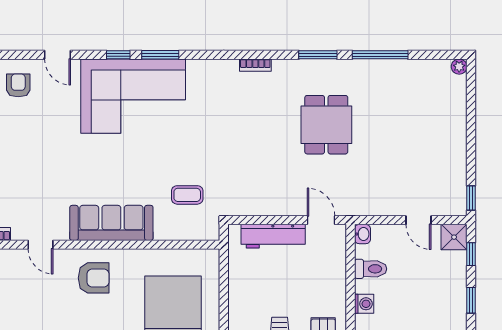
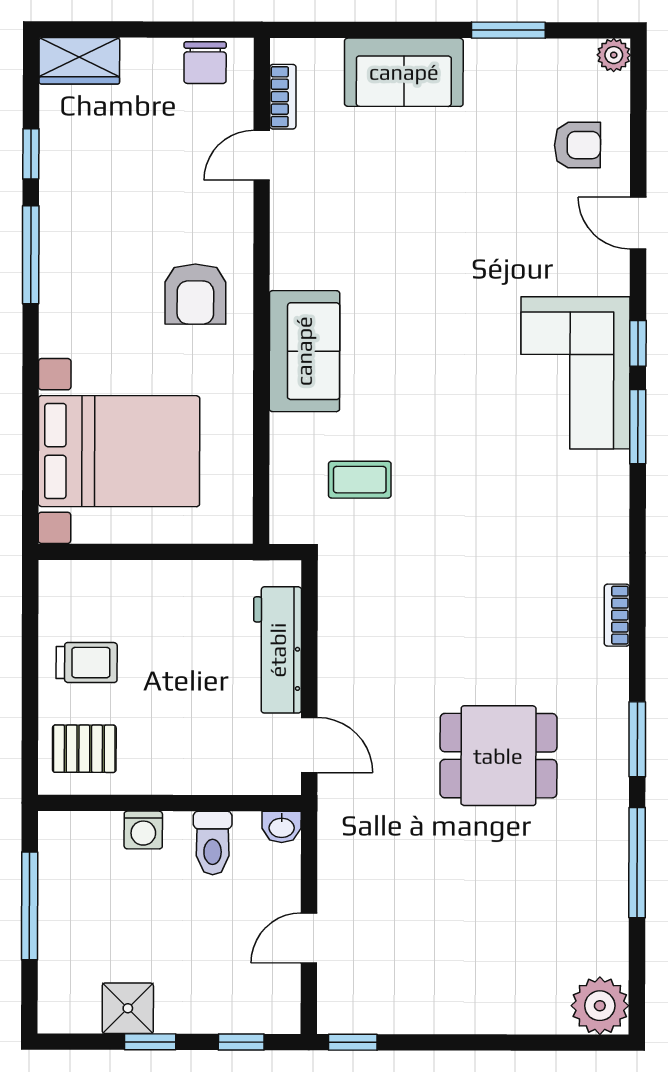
door: (58, 55) -> (638, 223), hinge flipped
plant: (459, 67) -> (600, 1006), width x1.88, depth x1.88
corner sofa: (133, 96) -> (575, 373), width x0.73, depth x0.74
coffee table: (187, 195) -> (360, 480), turned 90
door: (321, 220) -> (309, 745), hinge flipped
sofa: (111, 223) -> (304, 351), width x0.73
shower: (454, 237) -> (128, 1008), moved
door: (41, 245) -> (262, 155), moved

